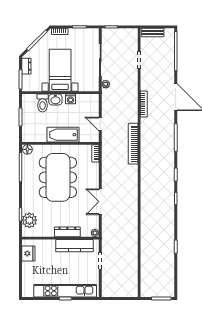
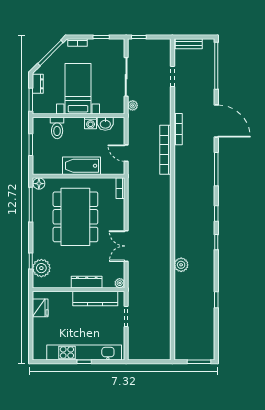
washbasin: (55, 100) -> (105, 124), moved
bookcase: (133, 144) -> (165, 150), moved
plant: (146, 217) -> (181, 265), added

